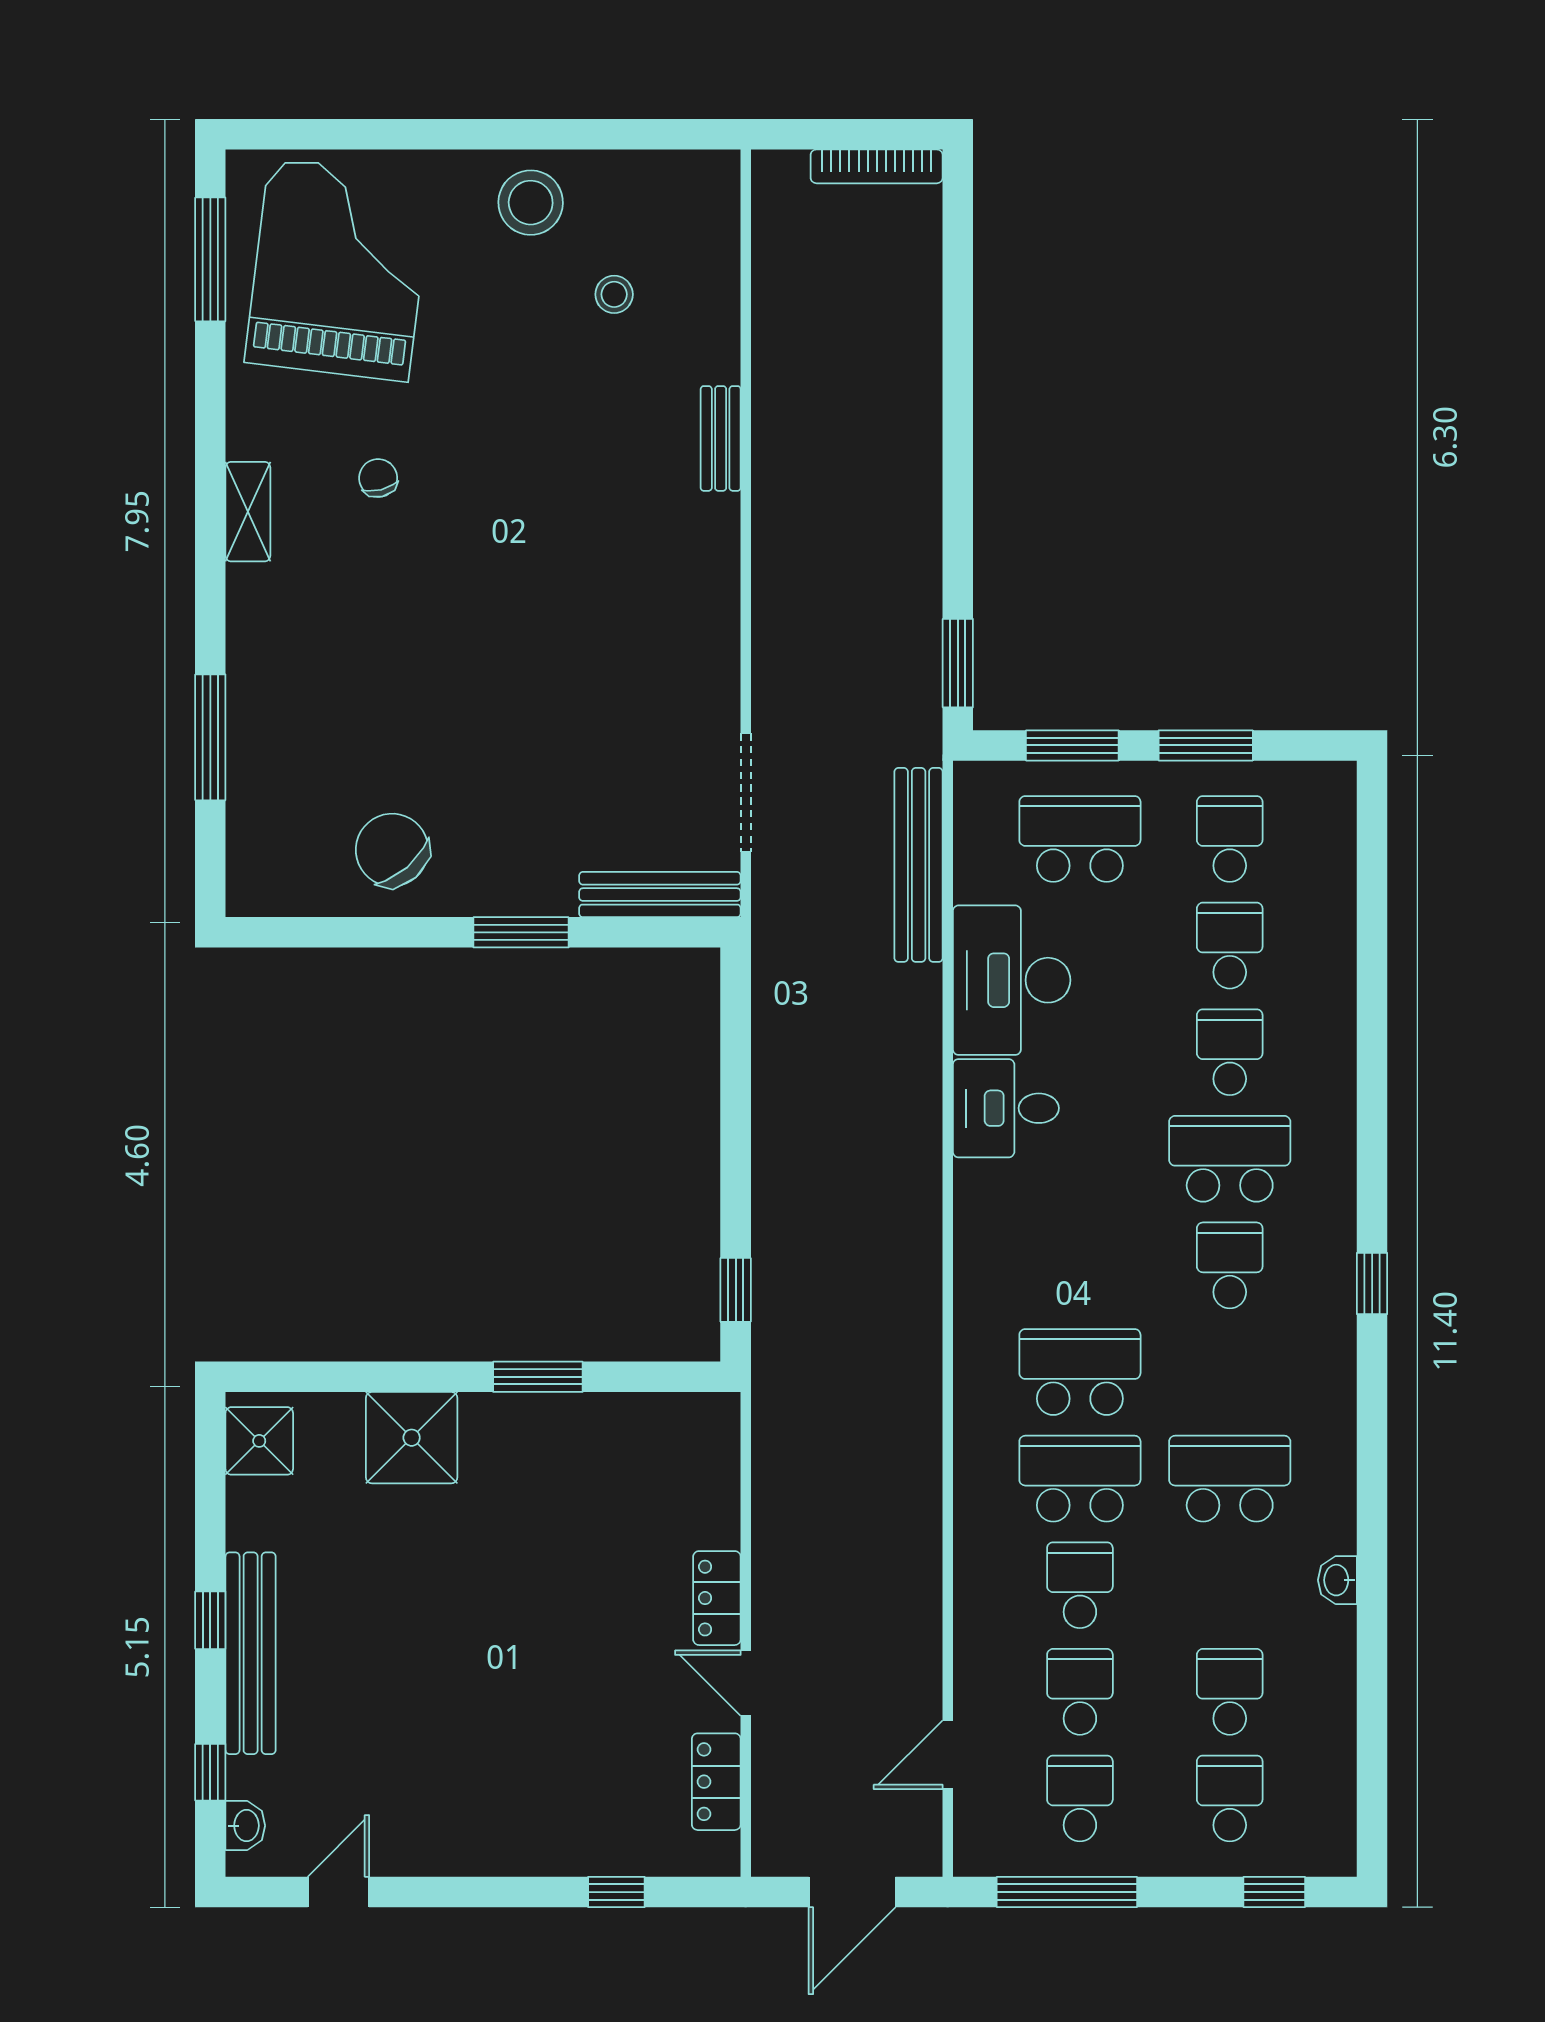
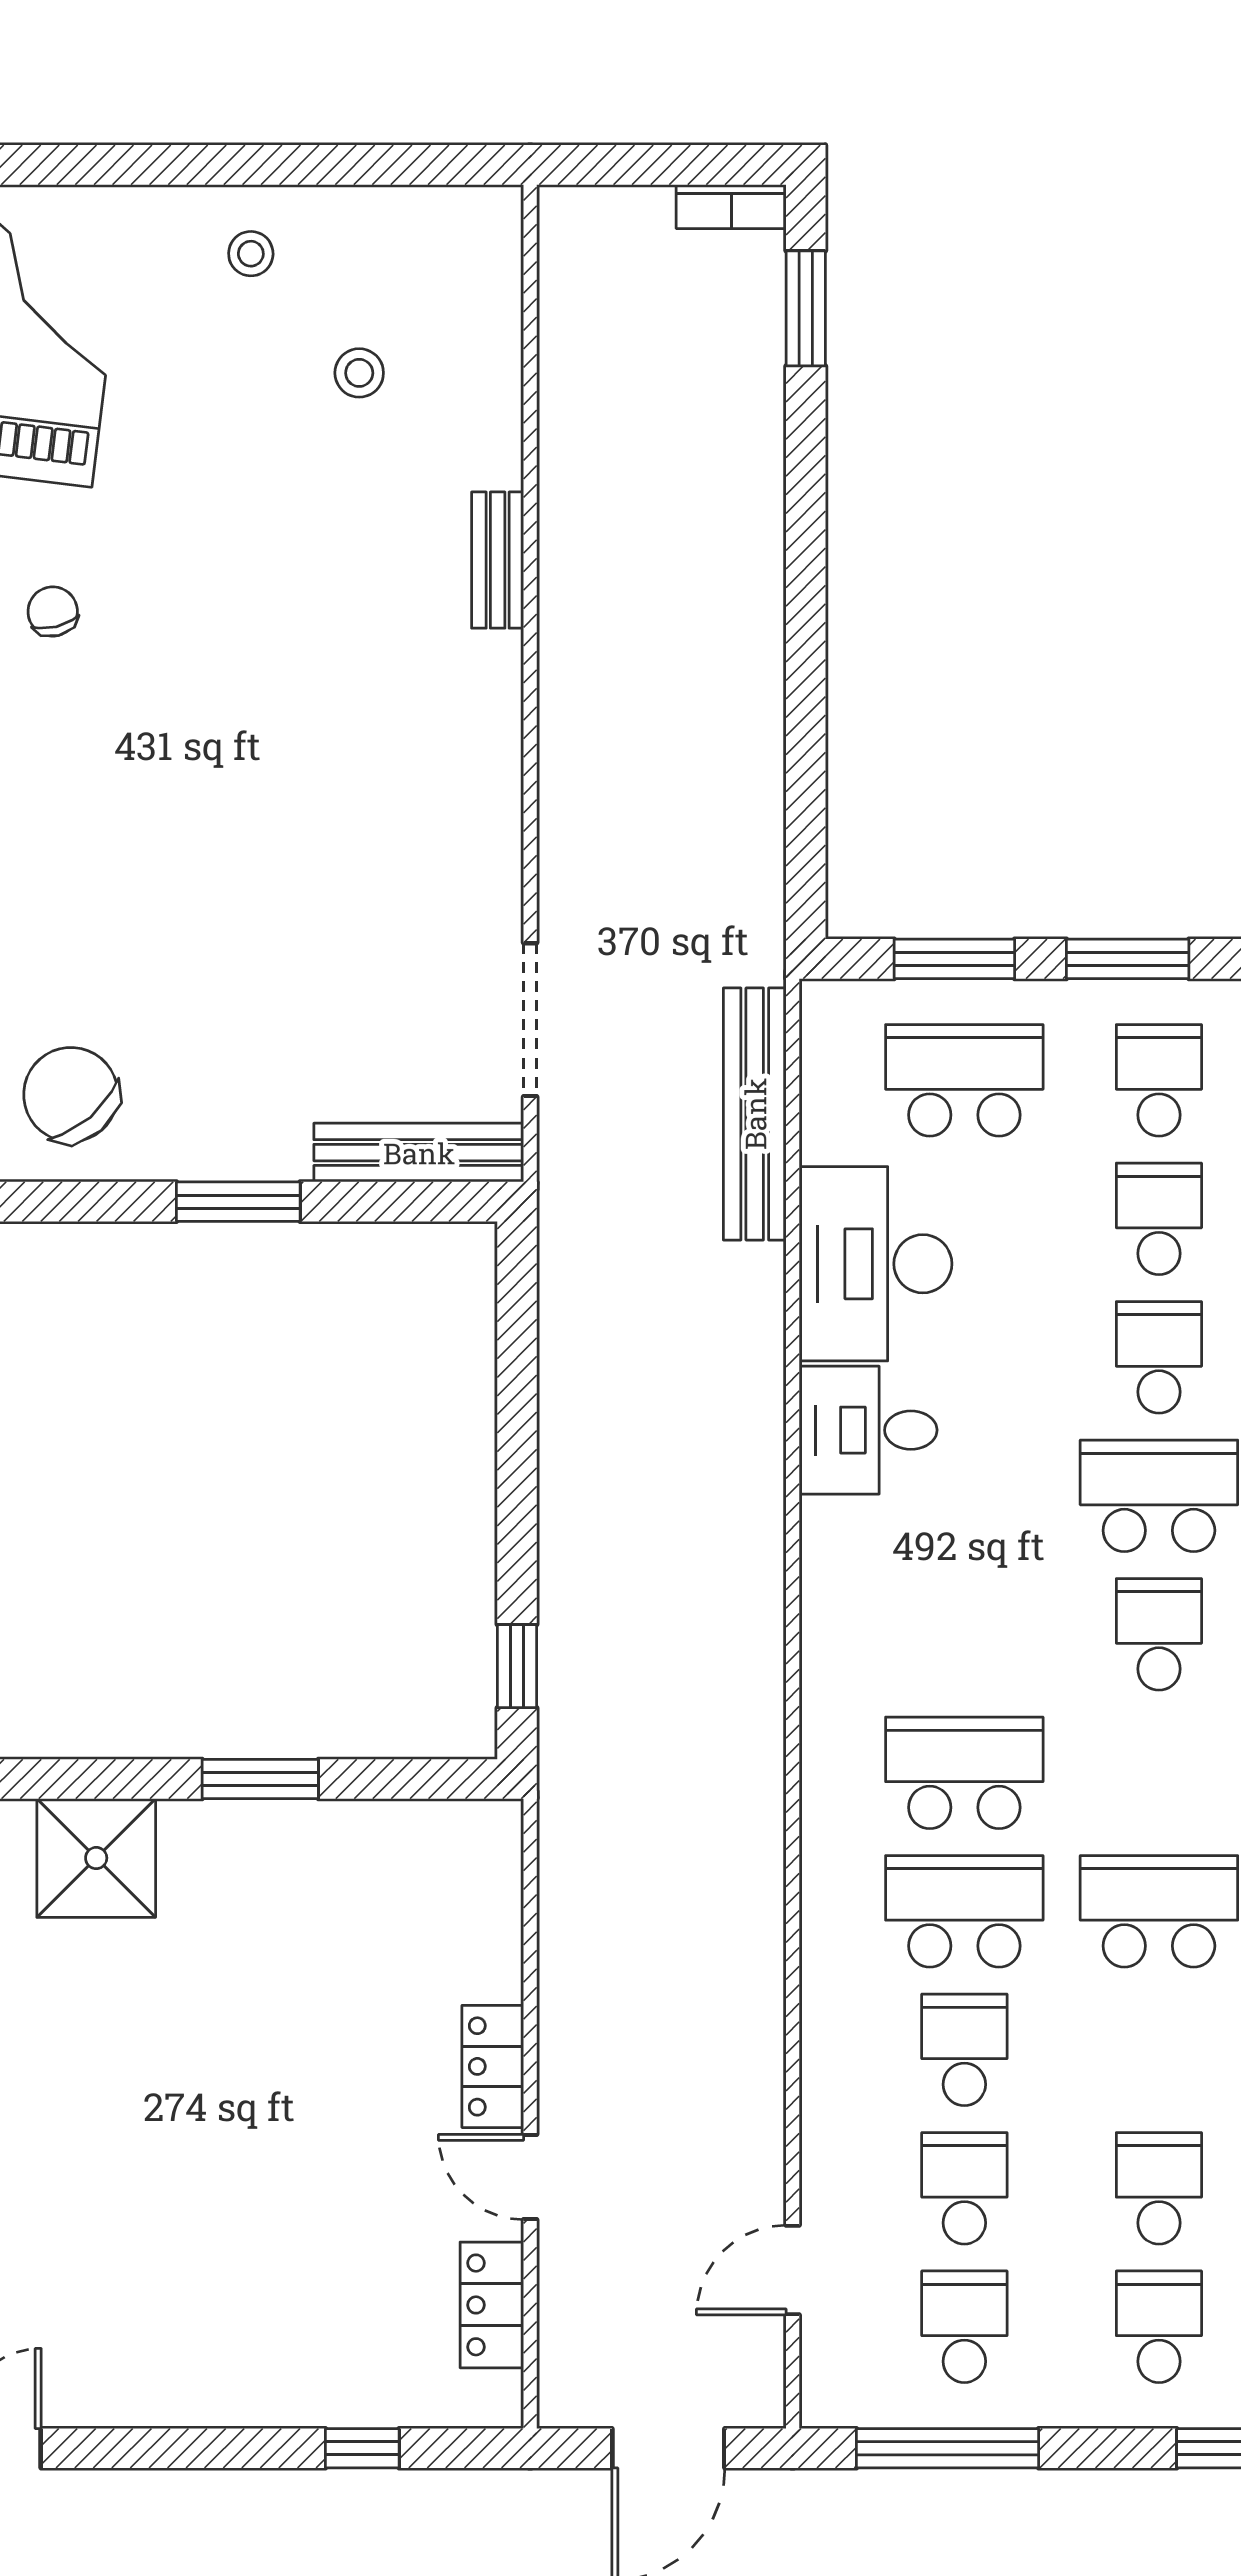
bookcase: (877, 166) -> (731, 207), width x0.64
stool: (531, 203) -> (251, 254), width x0.53, depth x0.53
window: (958, 663) -> (806, 308), moved

